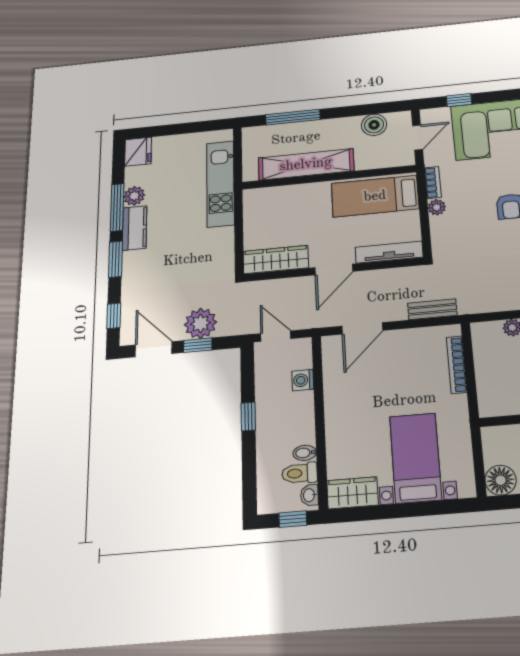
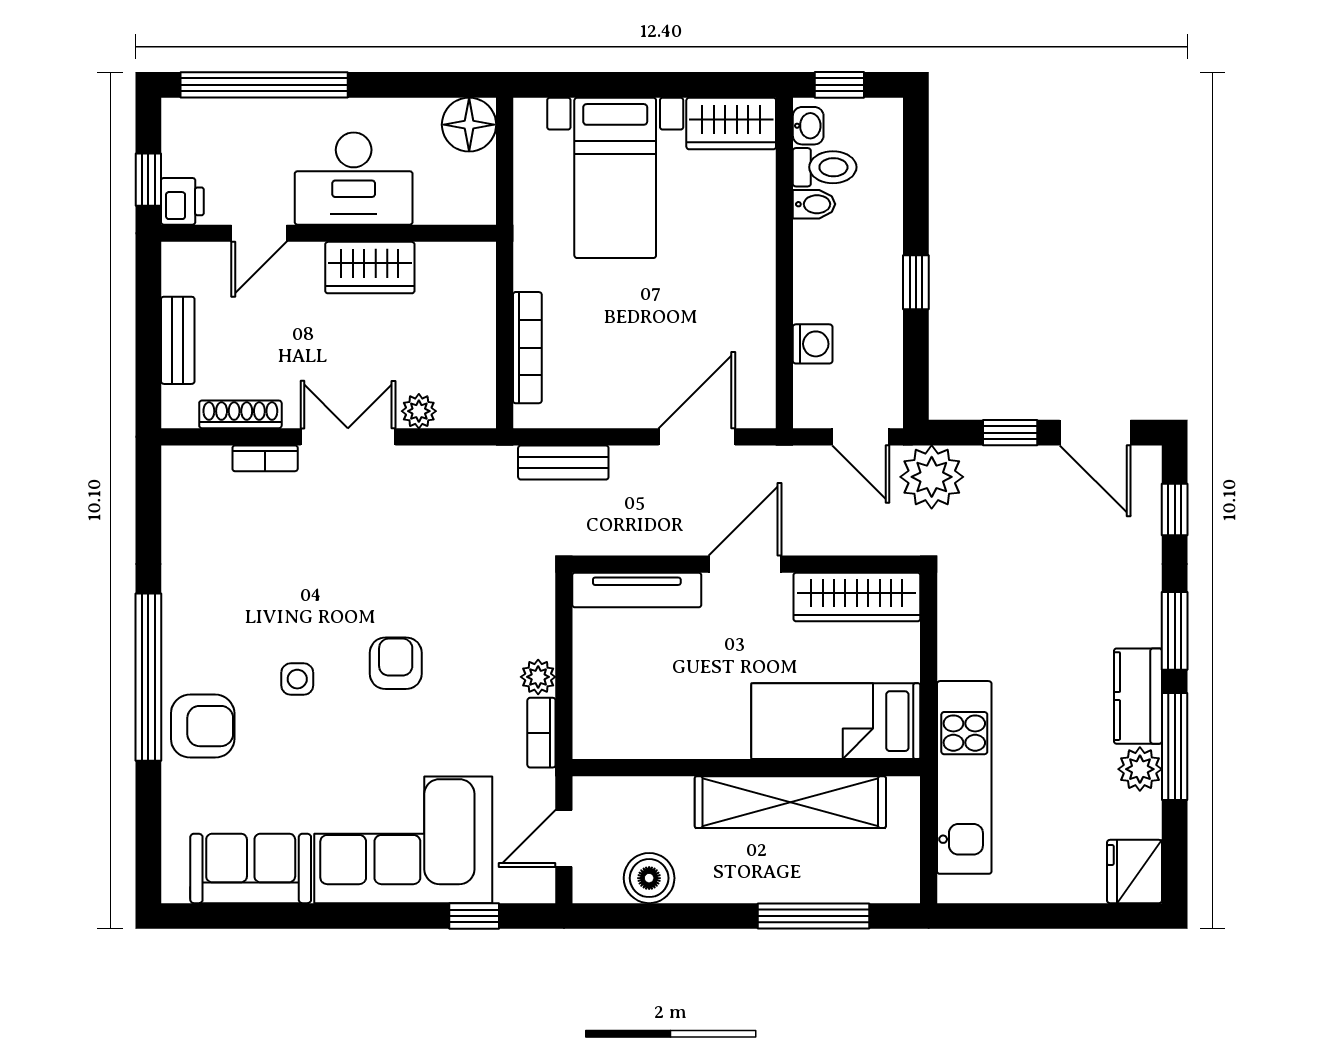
bed: (375, 196) -> (836, 721), moved, turned 180
plant: (201, 323) -> (932, 477), moved

